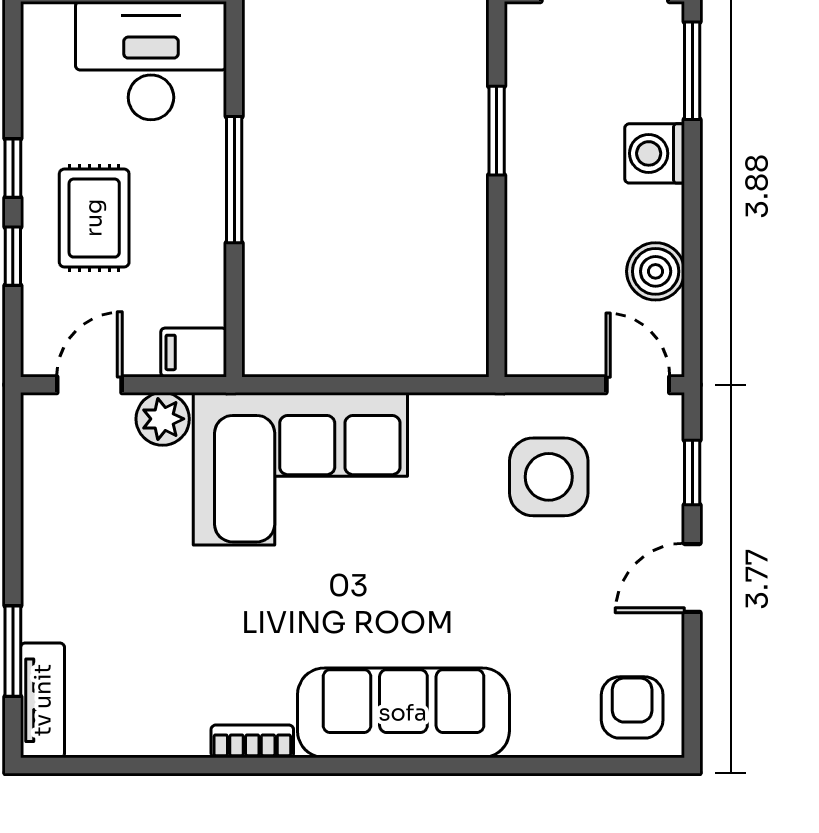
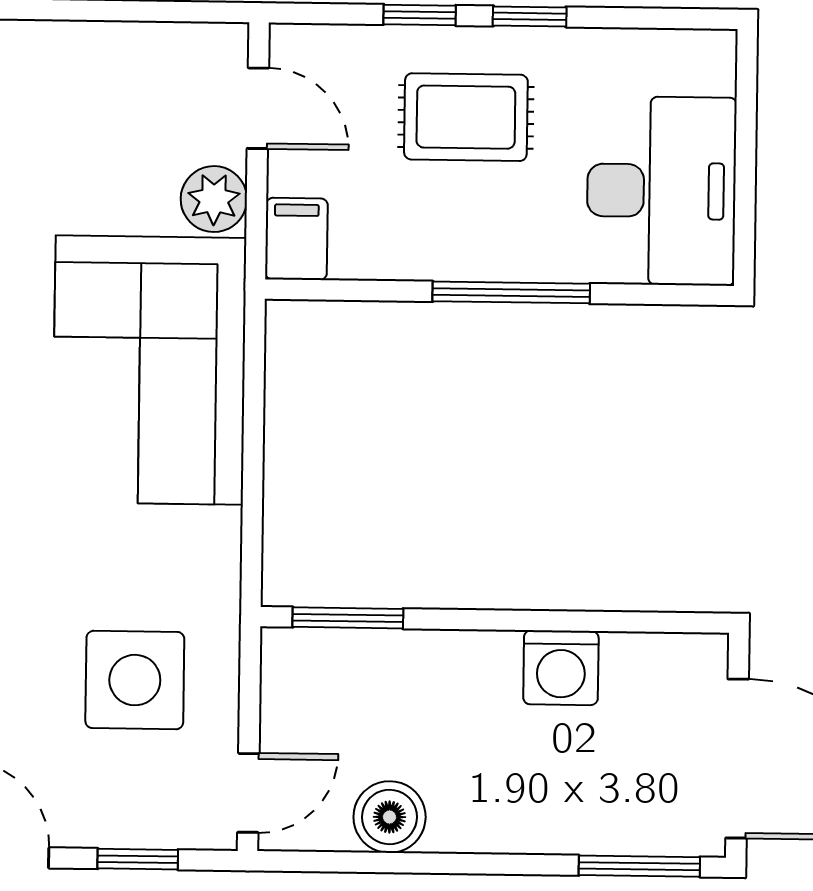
window: (497, 131) -> (348, 618), moved
washing machine: (655, 153) -> (561, 668), moved, turned 180

